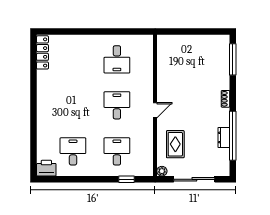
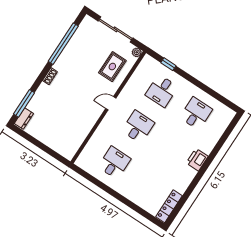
desk: (117, 105) -> (138, 127), turned 180
dresser: (224, 137) -> (24, 119), moved
desk: (73, 151) -> (196, 113), turned 180
printer: (46, 168) -> (197, 160), moved, turned 90

